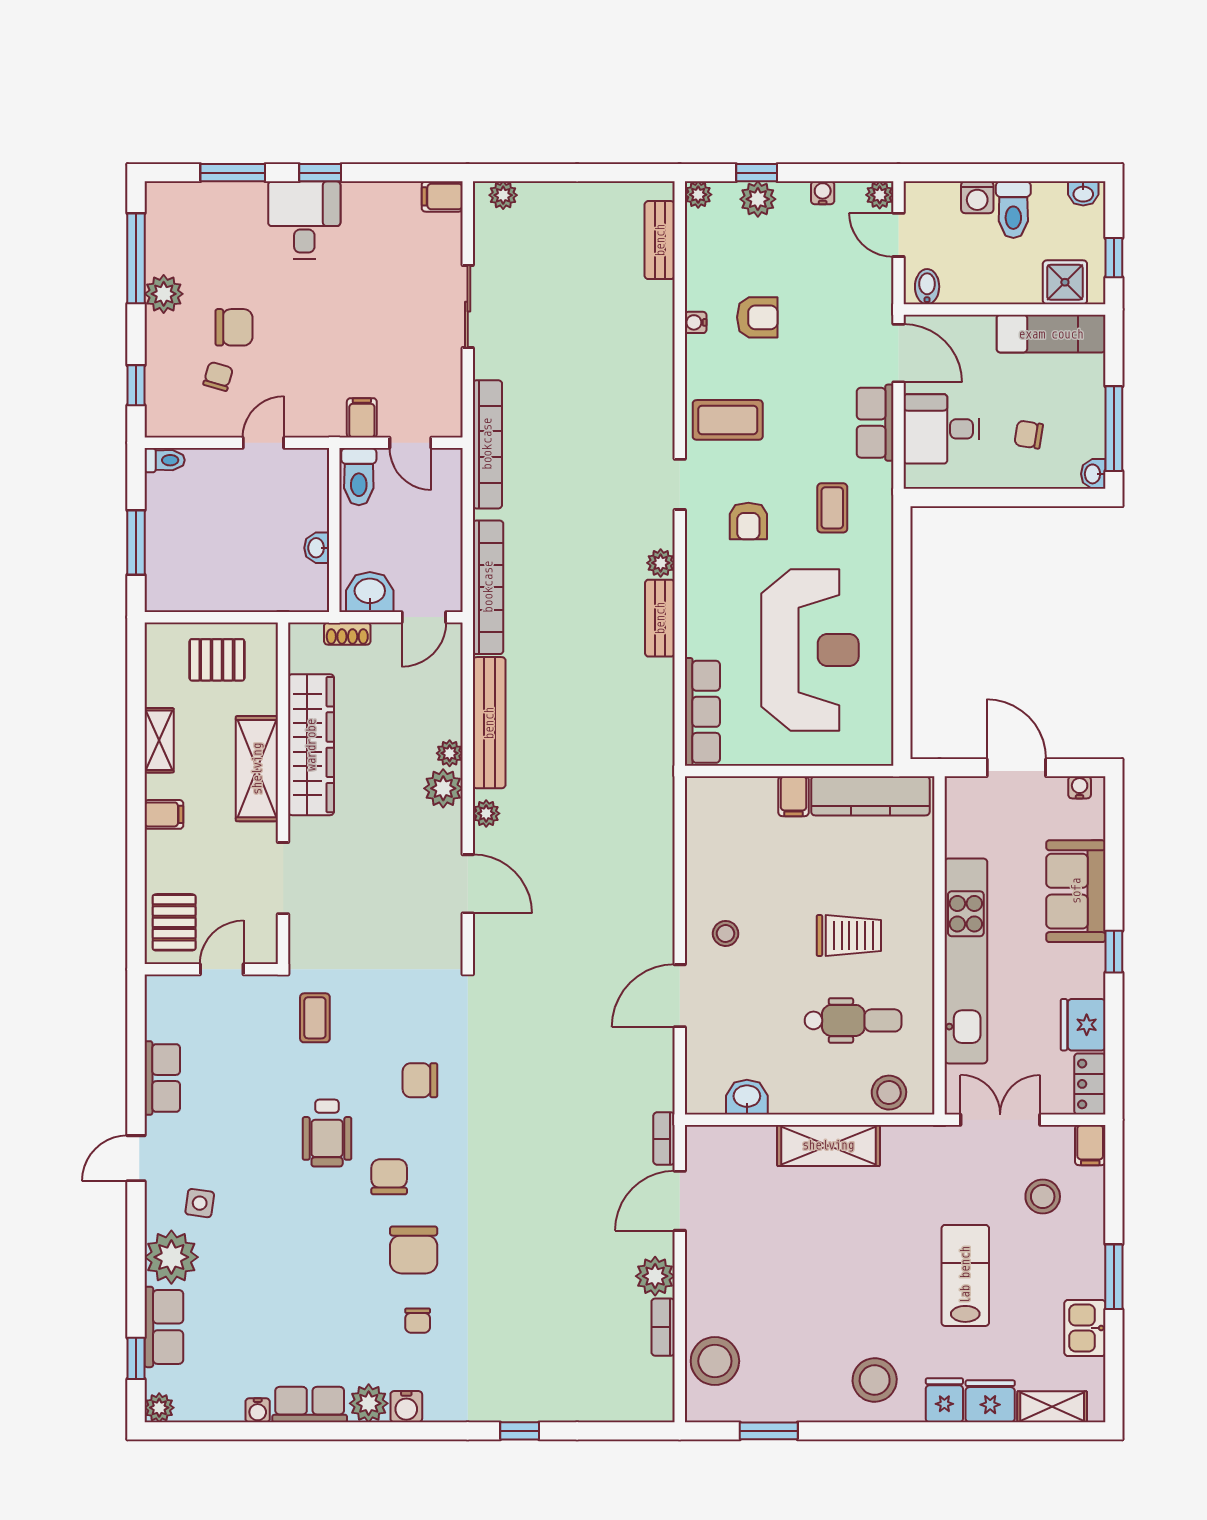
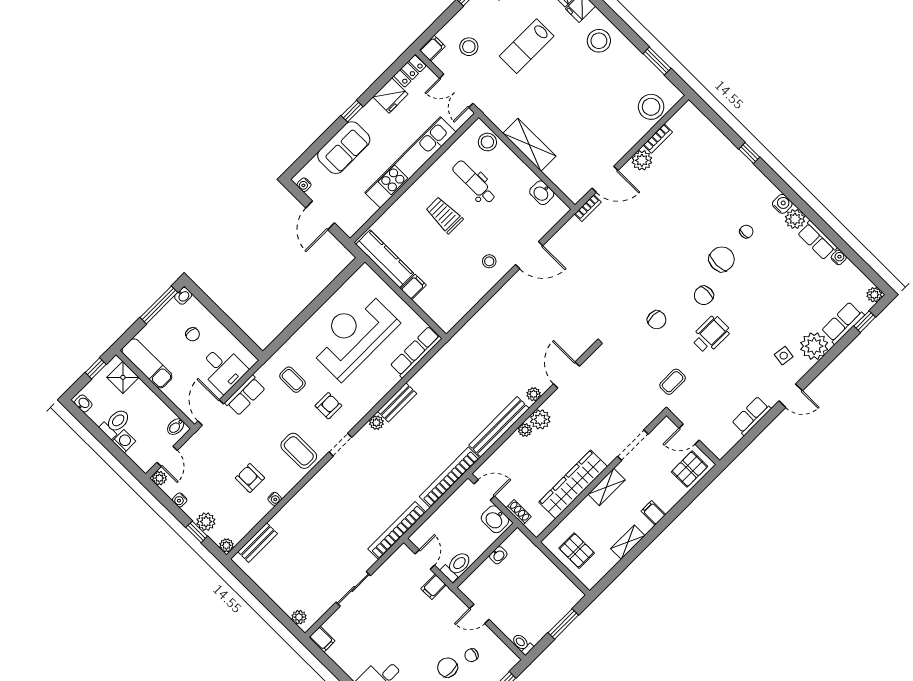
coffee table: (832, 508) -> (292, 380), turned 90
shelving: (257, 769) -> (607, 487), width x0.67, depth x0.75

